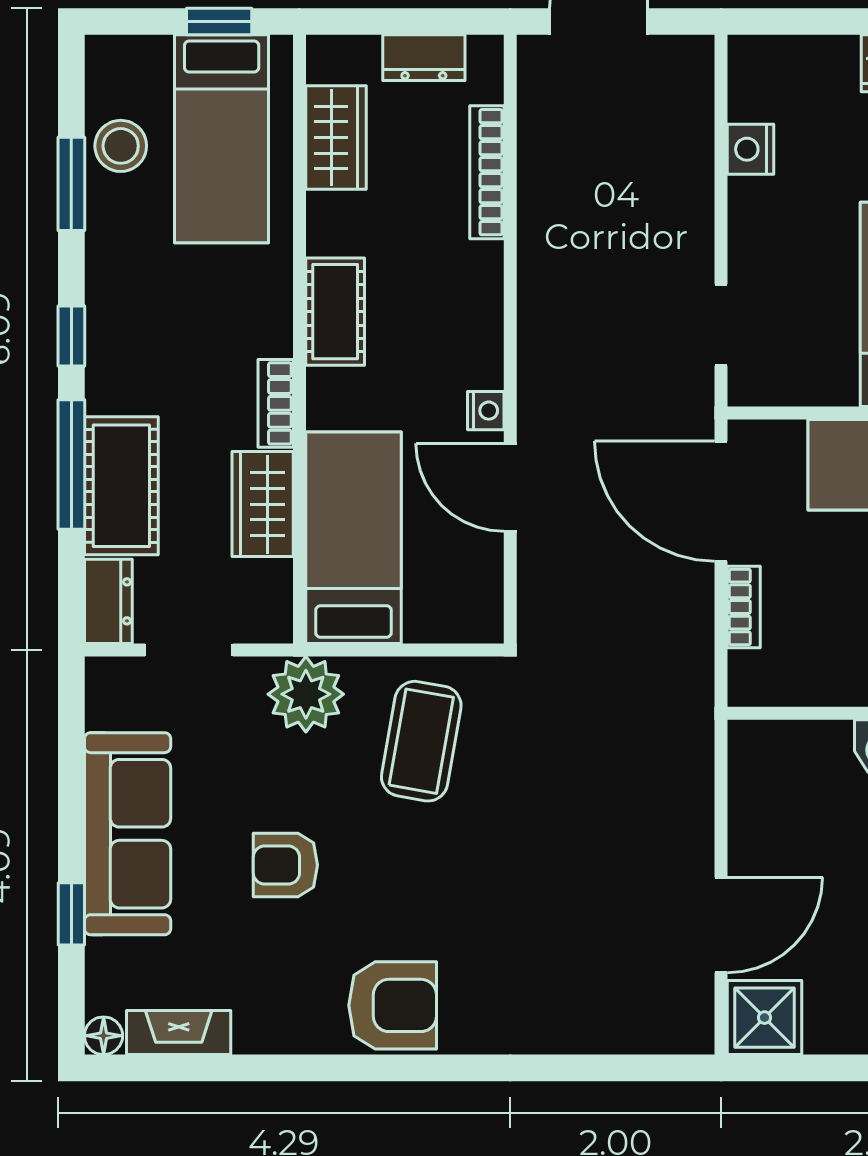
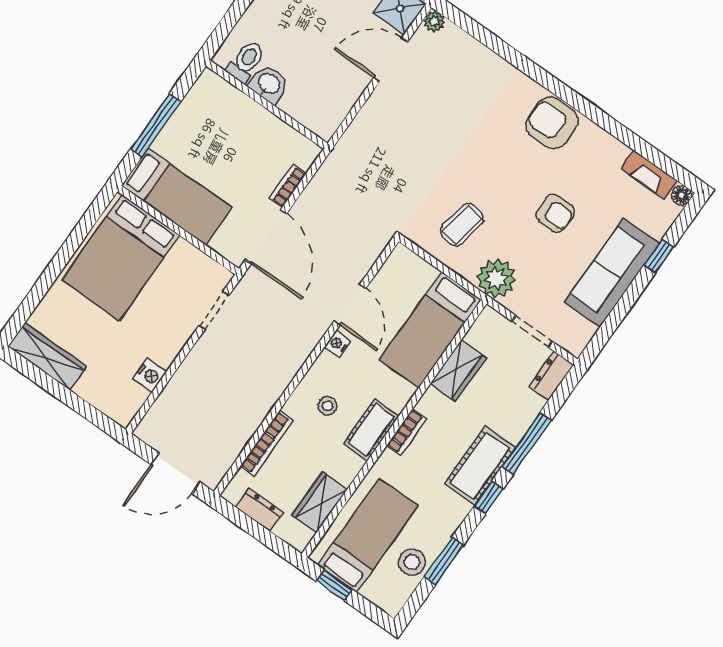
stool: (432, 300) -> (328, 406), added
bookcase: (276, 403) -> (407, 432), moved
cot: (121, 486) -> (480, 466), moved
coffee table: (421, 741) -> (462, 225), width x0.73, depth x0.77
plant: (695, 1035) -> (434, 21), added

